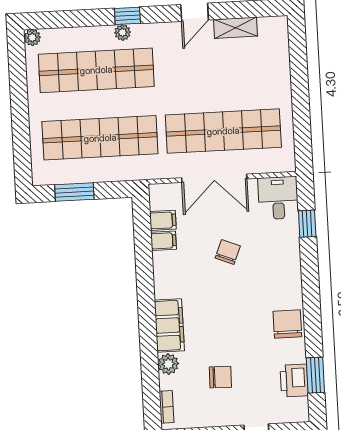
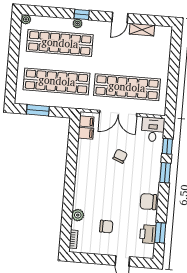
filing cabinet: (163, 241) -> (86, 121), moved
window: (310, 270) -> (165, 173), added
chair: (287, 324) -> (148, 202), turned -90
filing cabinet: (169, 325) -> (81, 193), removed

